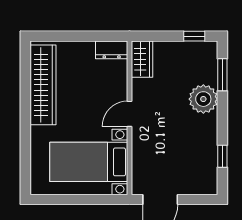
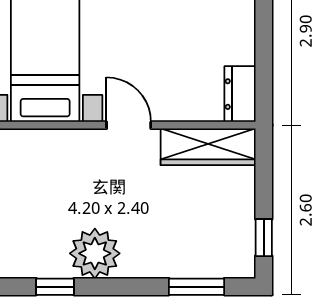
wardrobe: (142, 59) -> (208, 147), width x1.50
plant: (203, 99) -> (95, 253), moved

